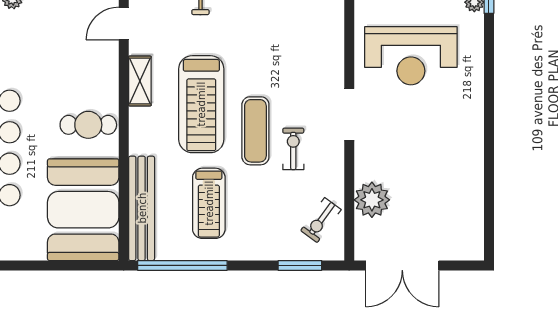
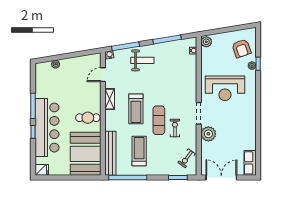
treadmill: (201, 104) -> (136, 109), width x0.73, depth x0.73
plant: (372, 200) -> (208, 134), moved
treadmill: (209, 203) -> (139, 151), turned 180
row of seats: (470, 231) -> (250, 163), added
double door: (402, 265) -> (221, 177), swing flipped

